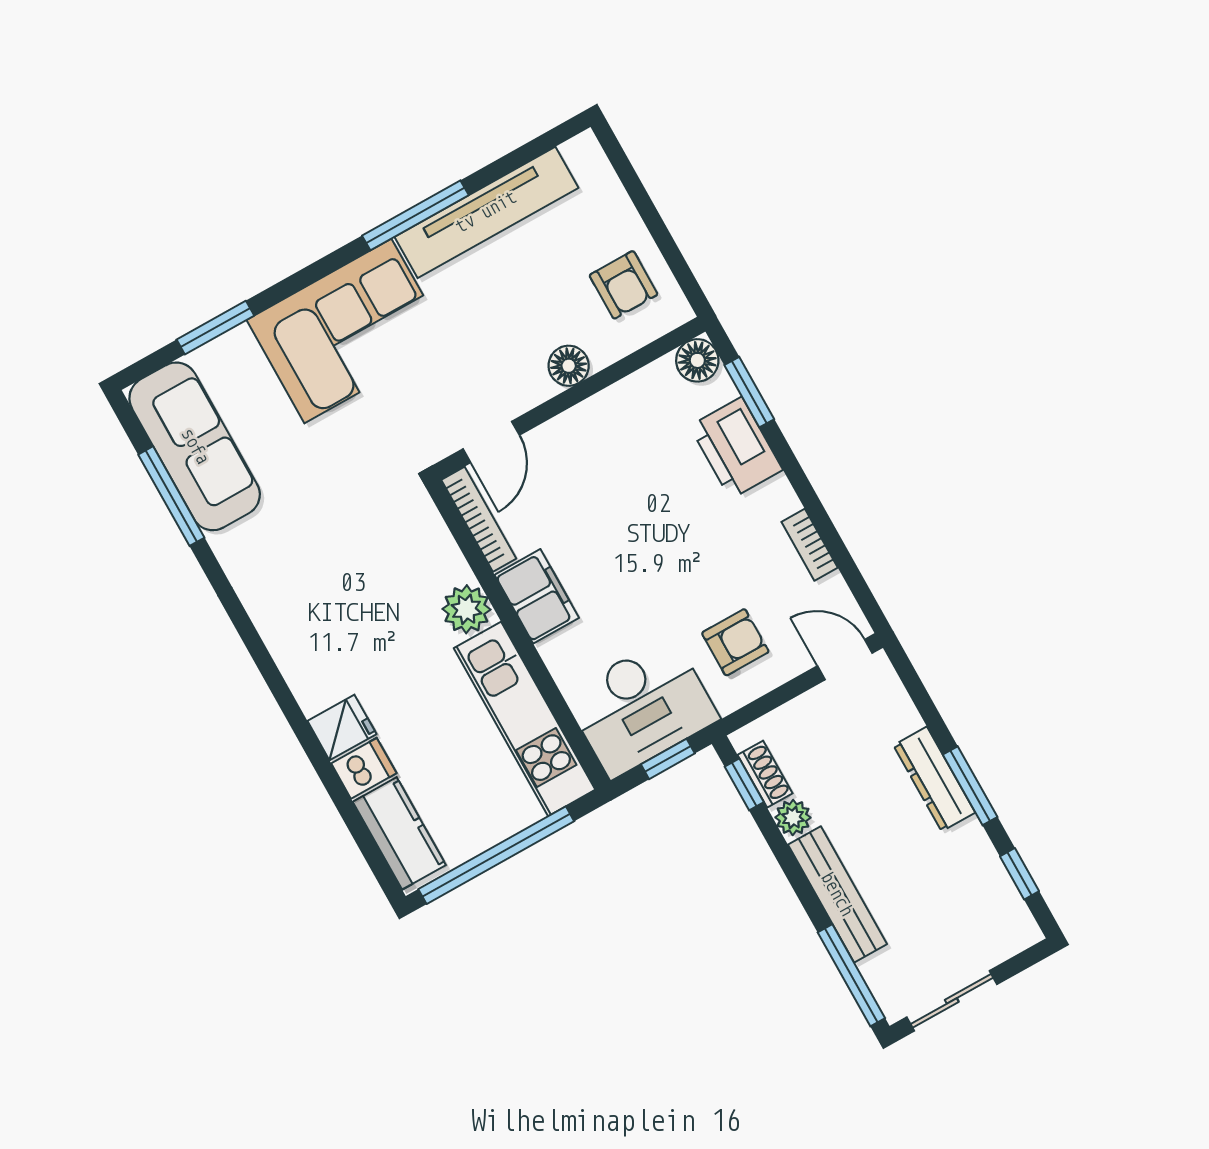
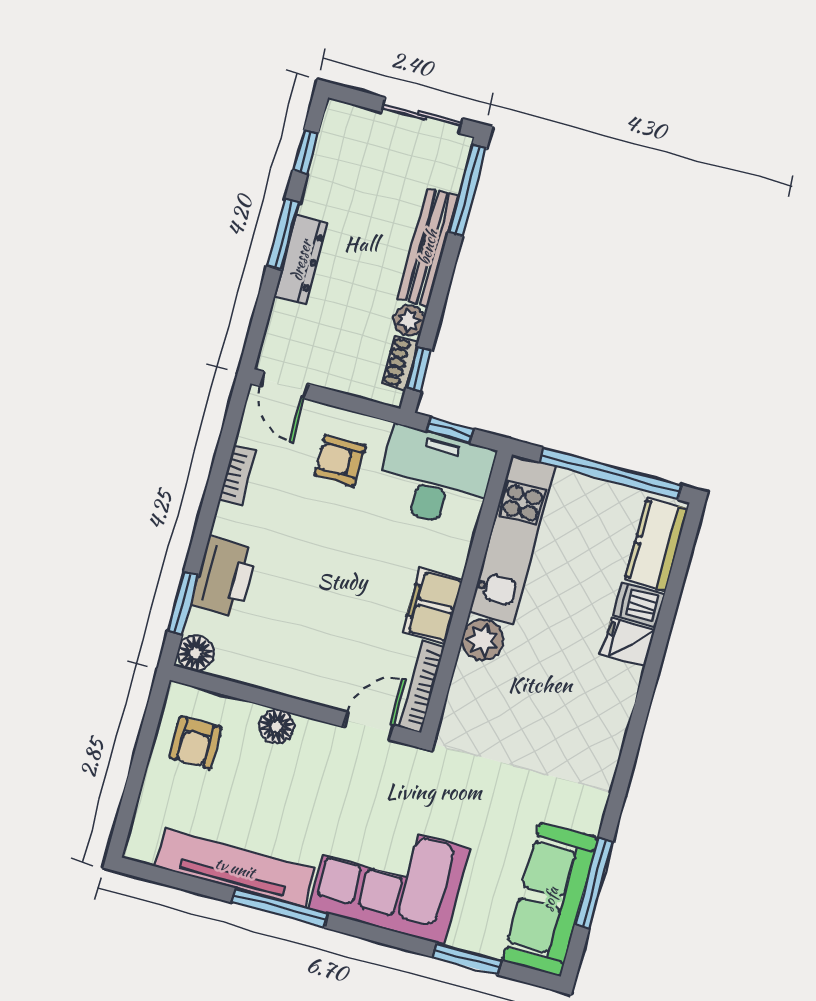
armchair: (623, 285) -> (195, 743), turned 180

